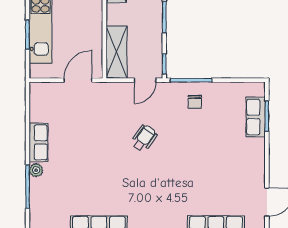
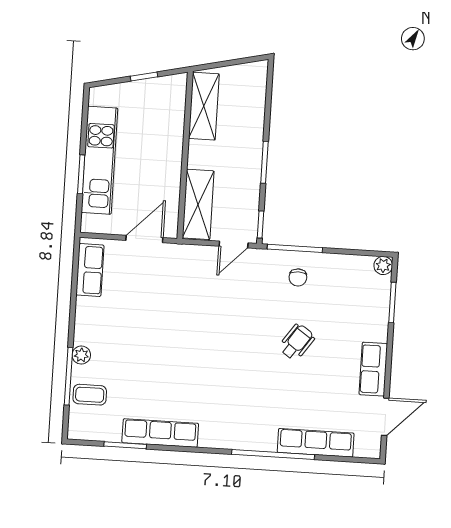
plant: (258, 89) -> (383, 266), added
row of seats: (256, 117) -> (373, 369), moved
wheelchair: (144, 138) -> (297, 342), moved
row of seats: (39, 142) -> (90, 270), moved
coffee table: (44, 199) -> (90, 395), added

